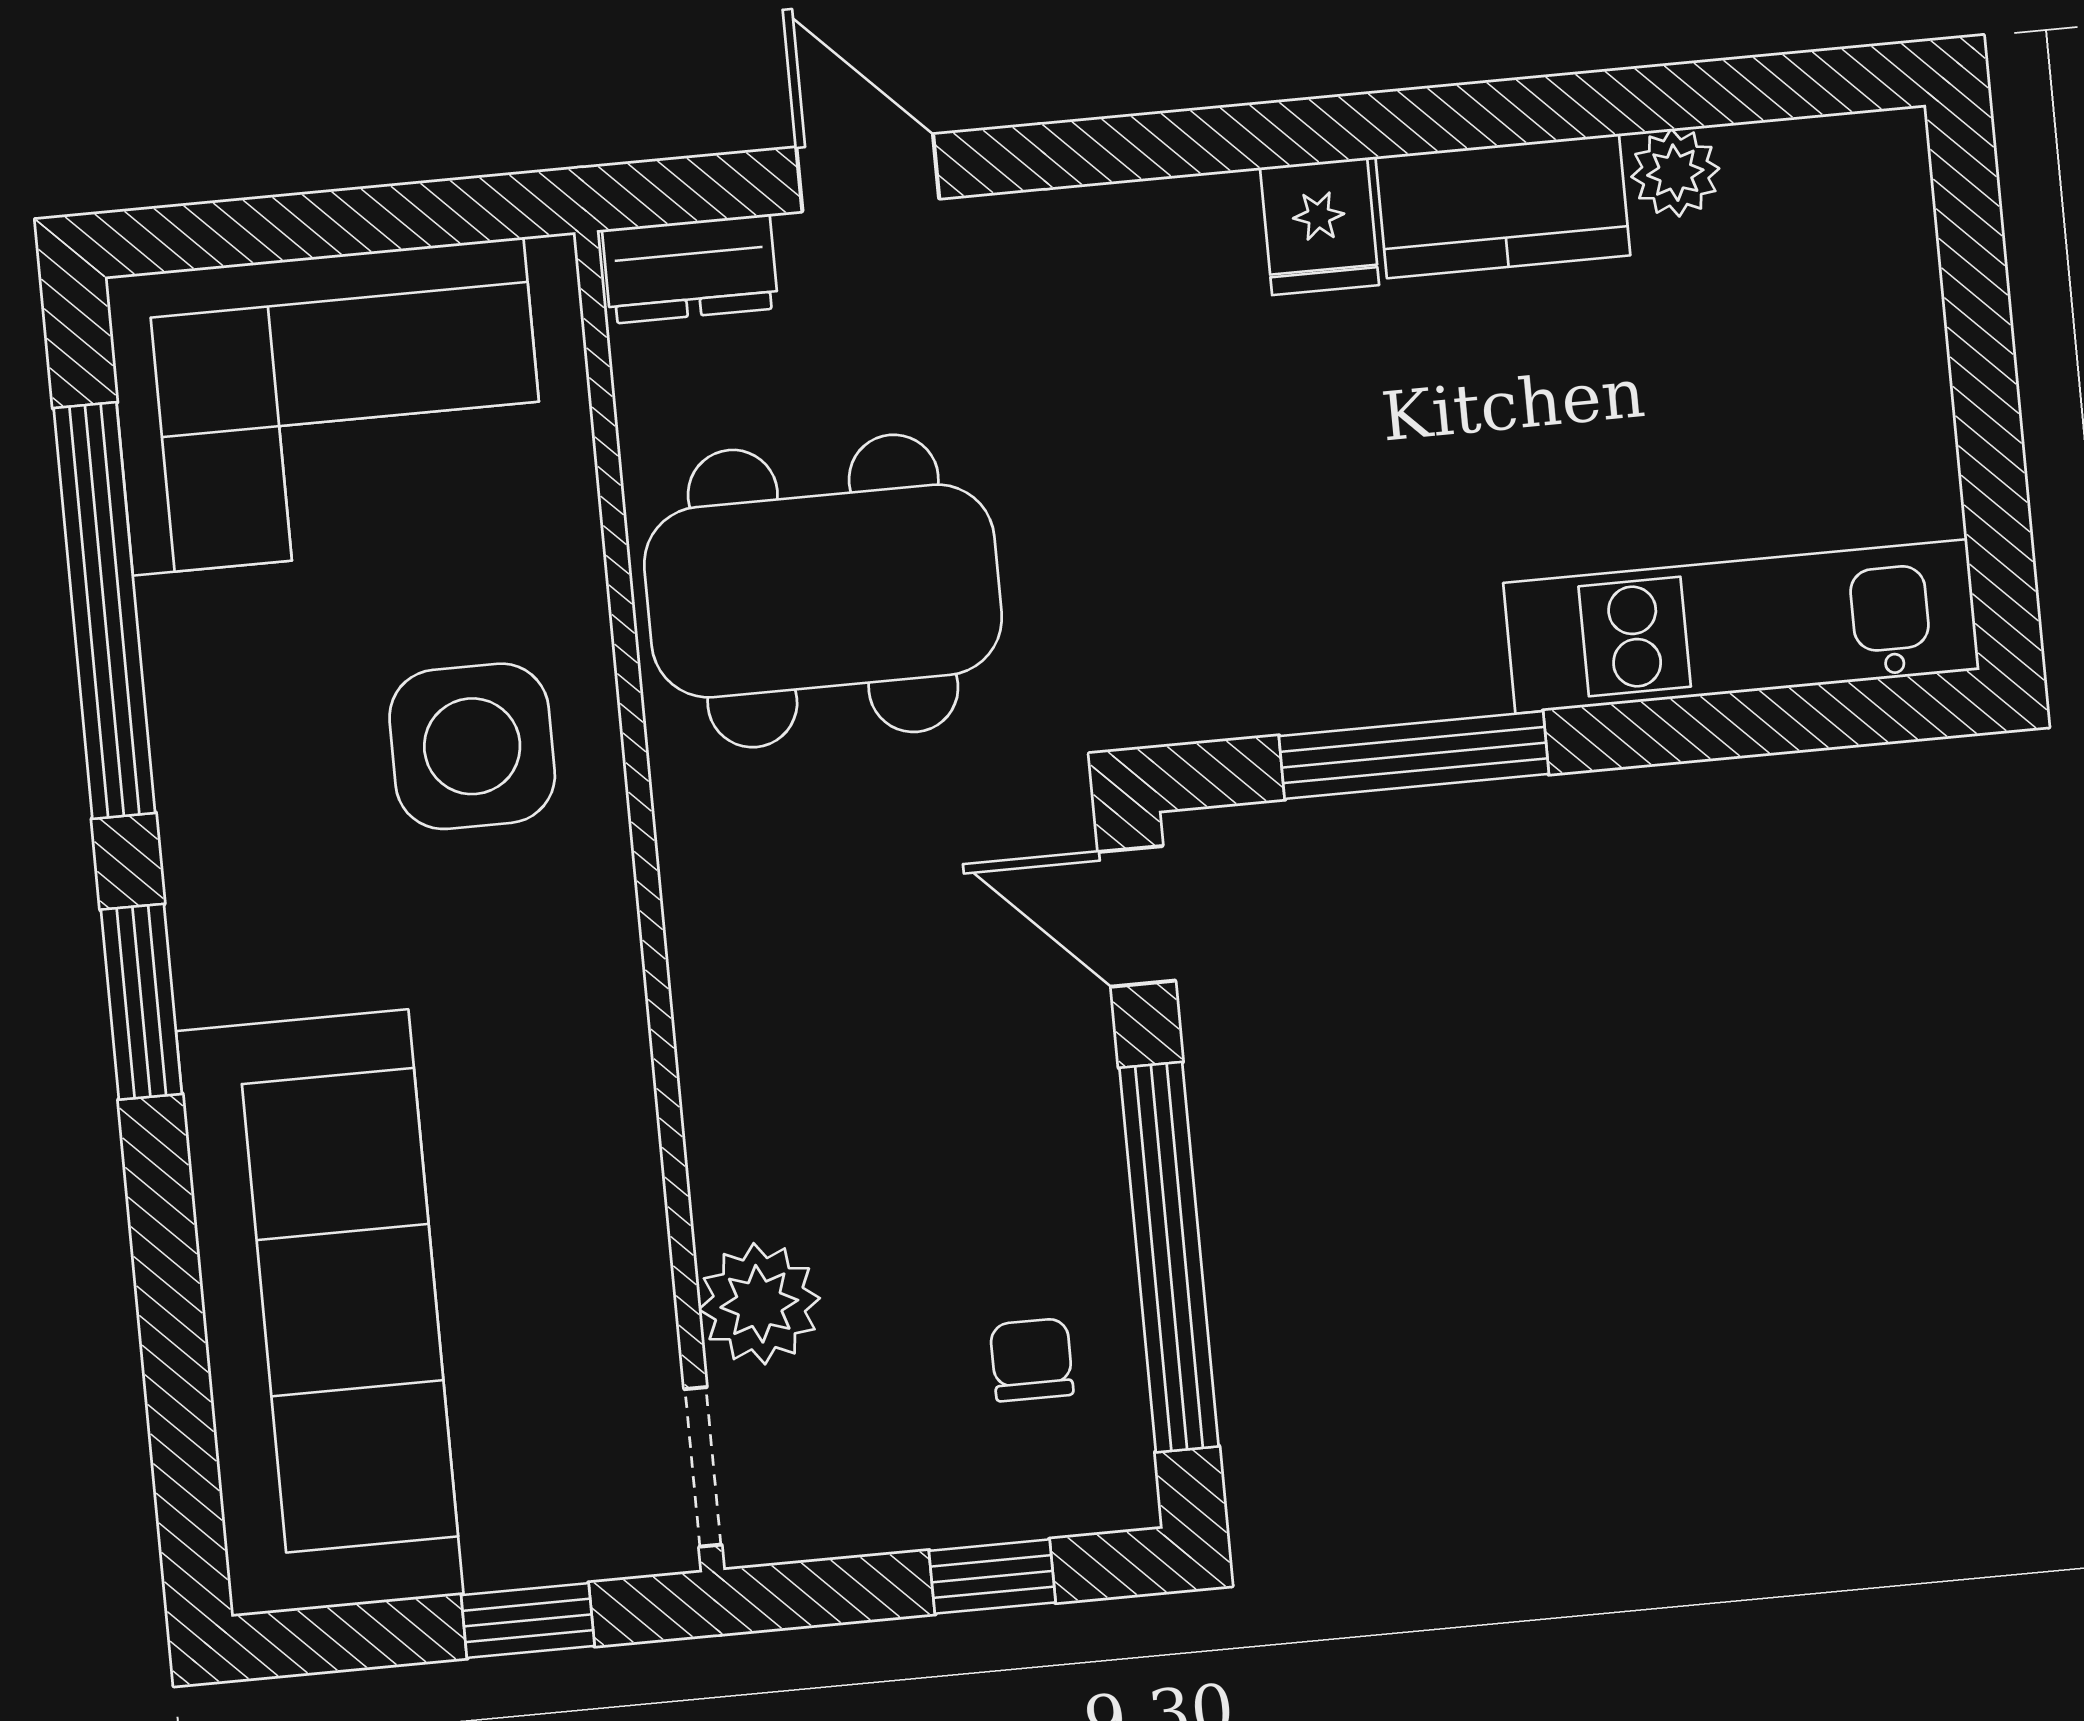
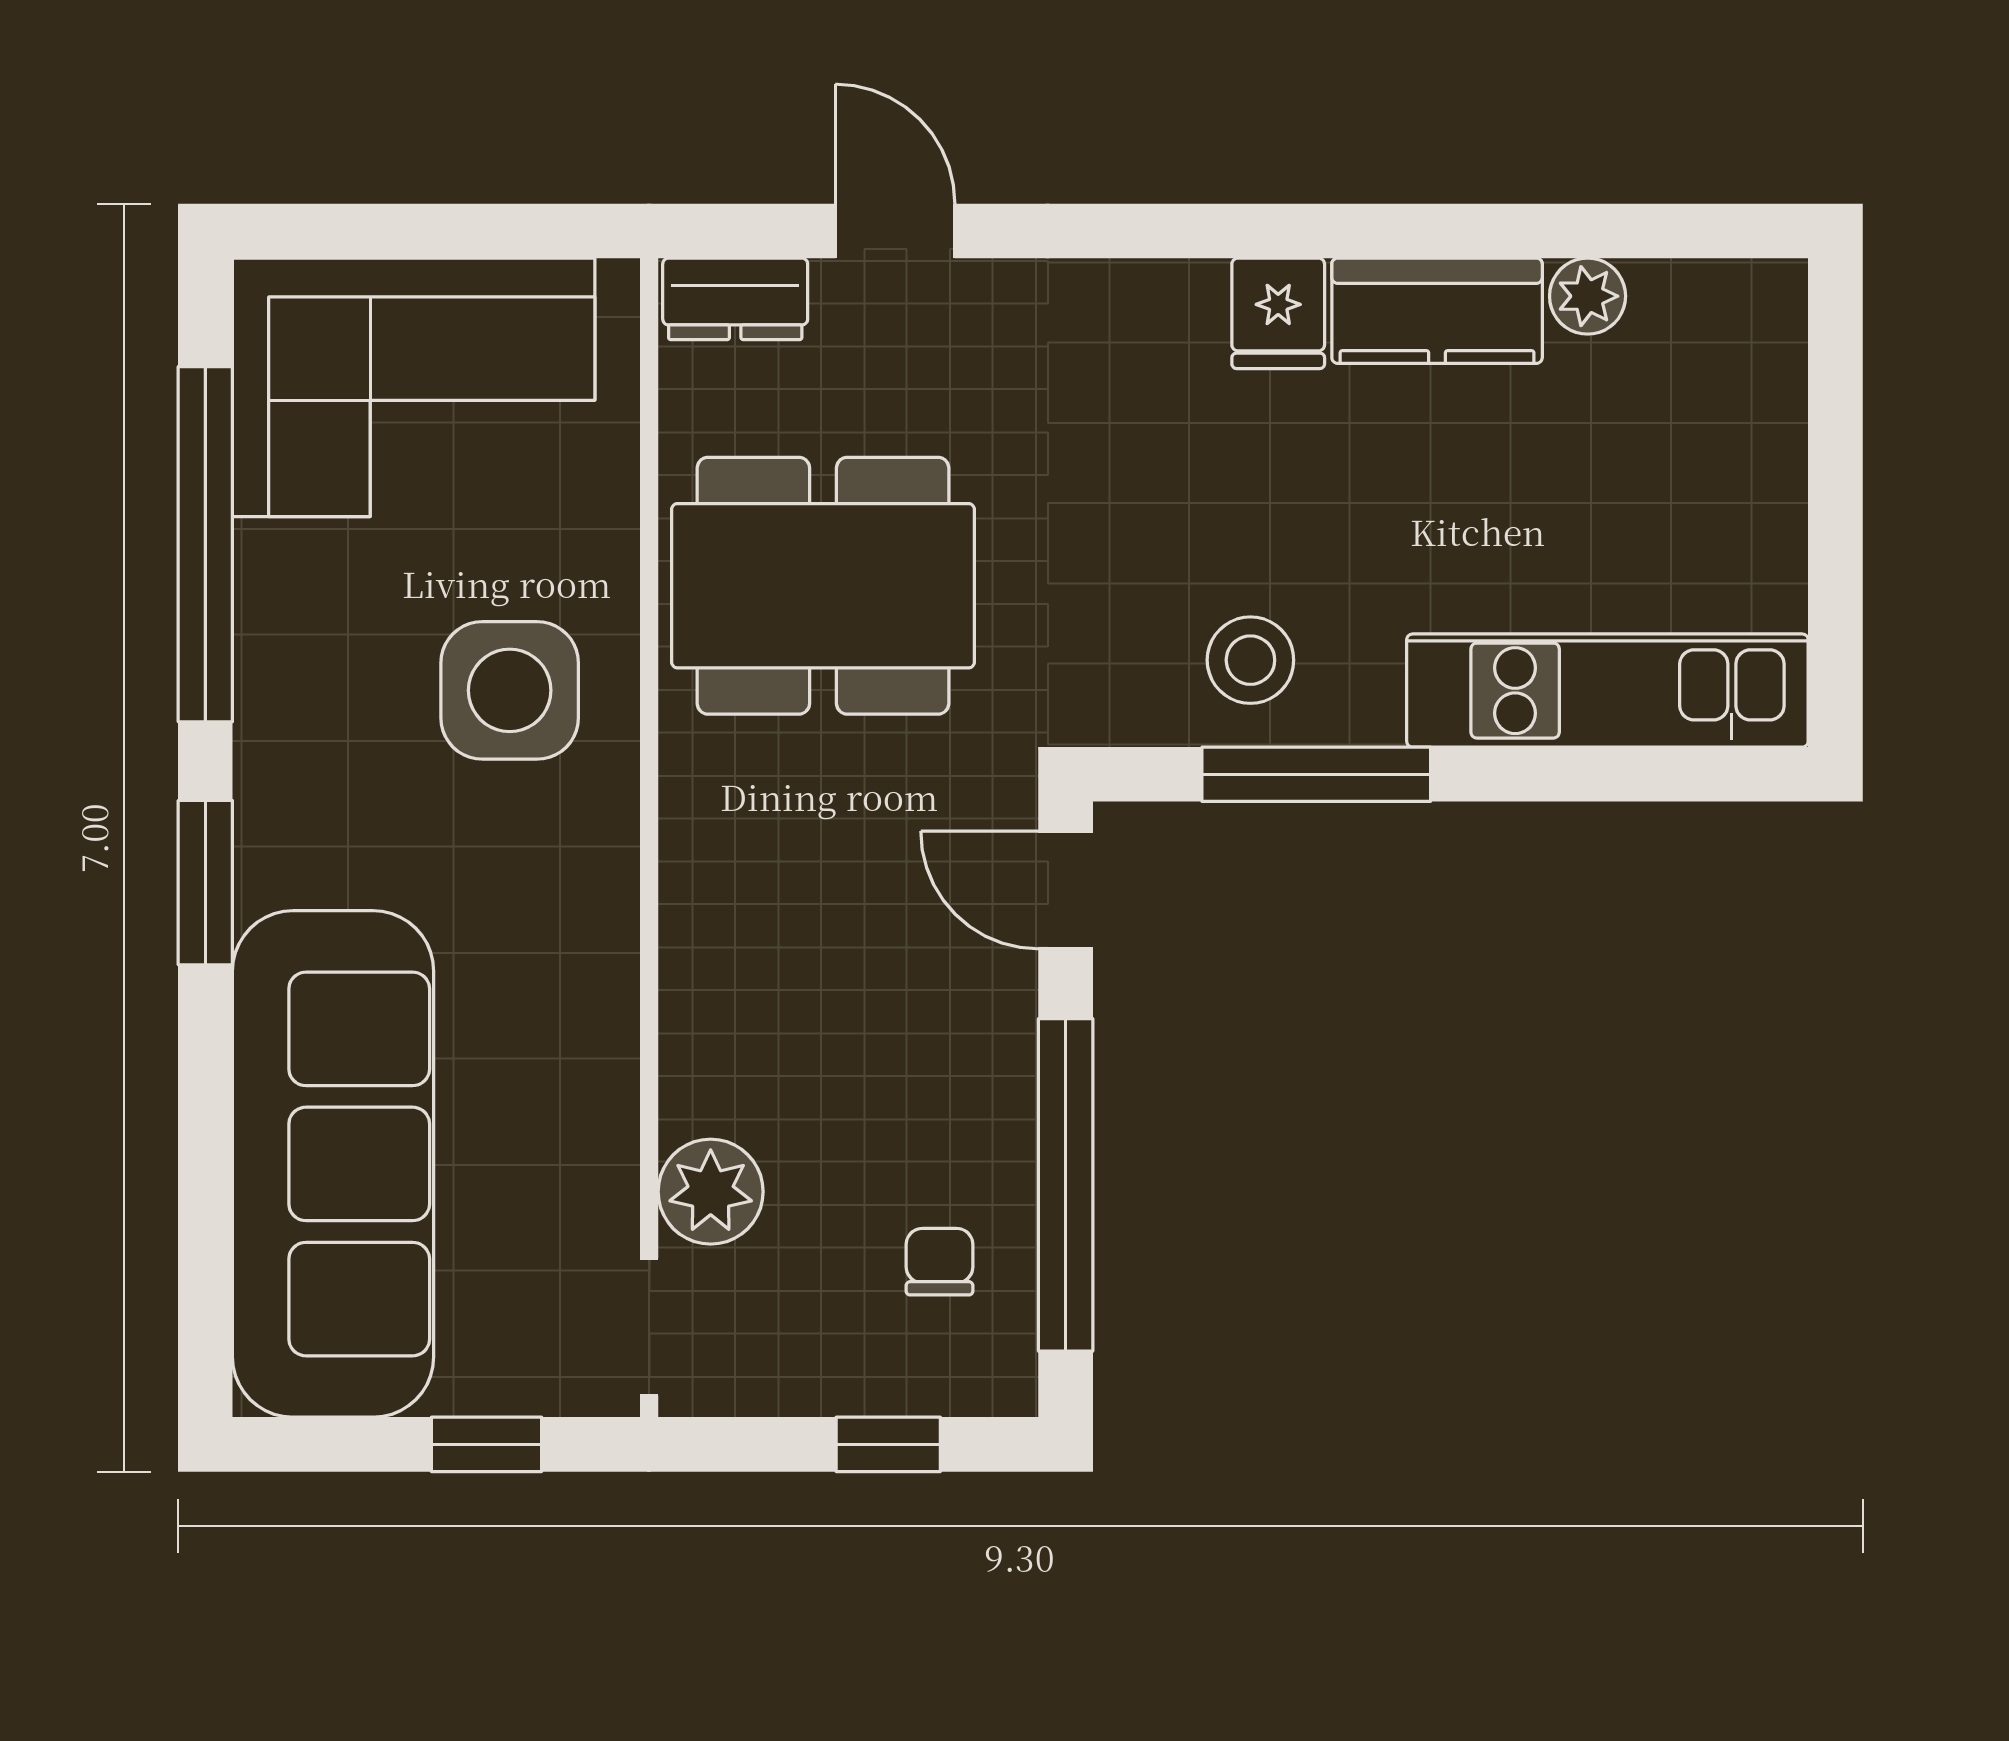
stool: (1325, 630) -> (1250, 660), added

